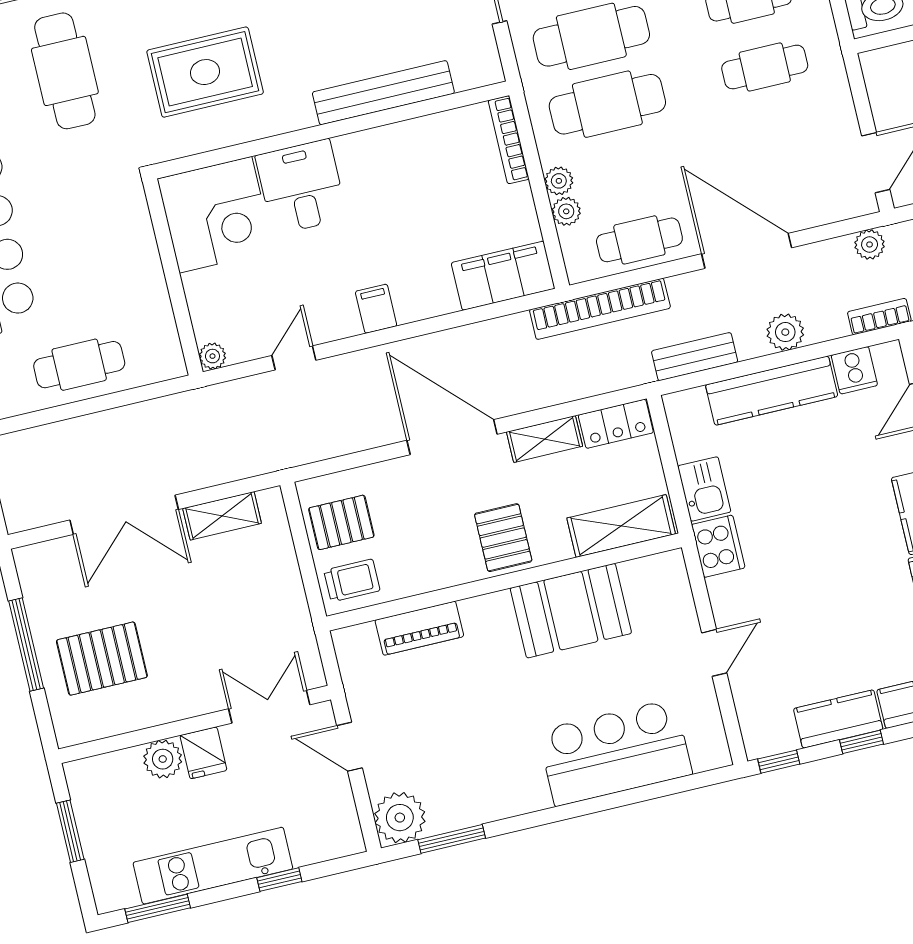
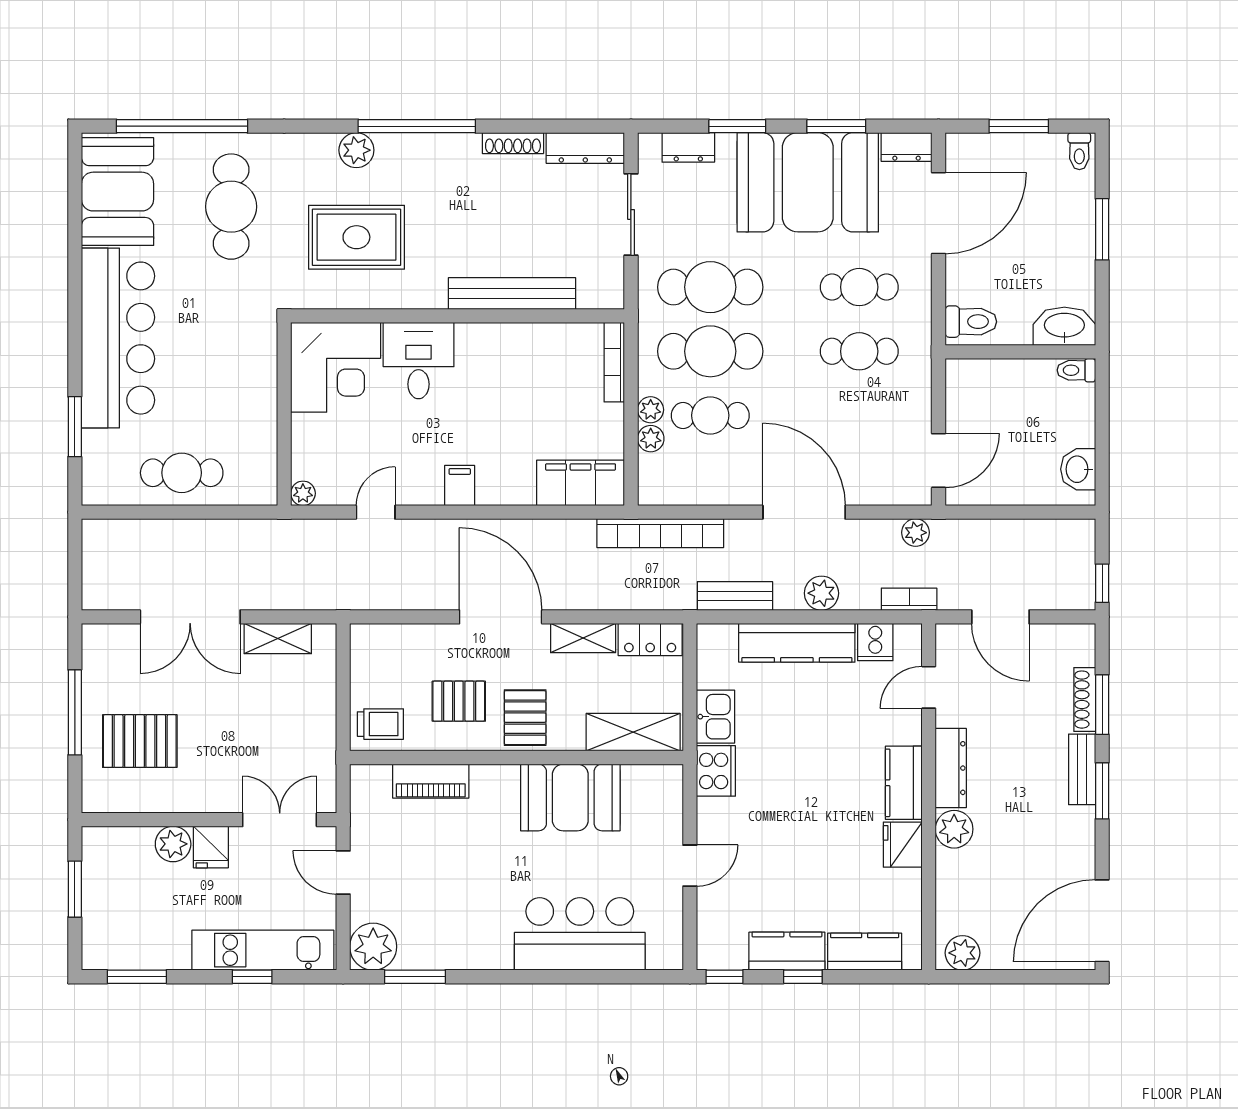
cafe table: (639, 240) -> (710, 415), moved
pallet: (341, 522) -> (459, 701), moved
kitchen unit: (213, 866) -> (263, 950), moved

